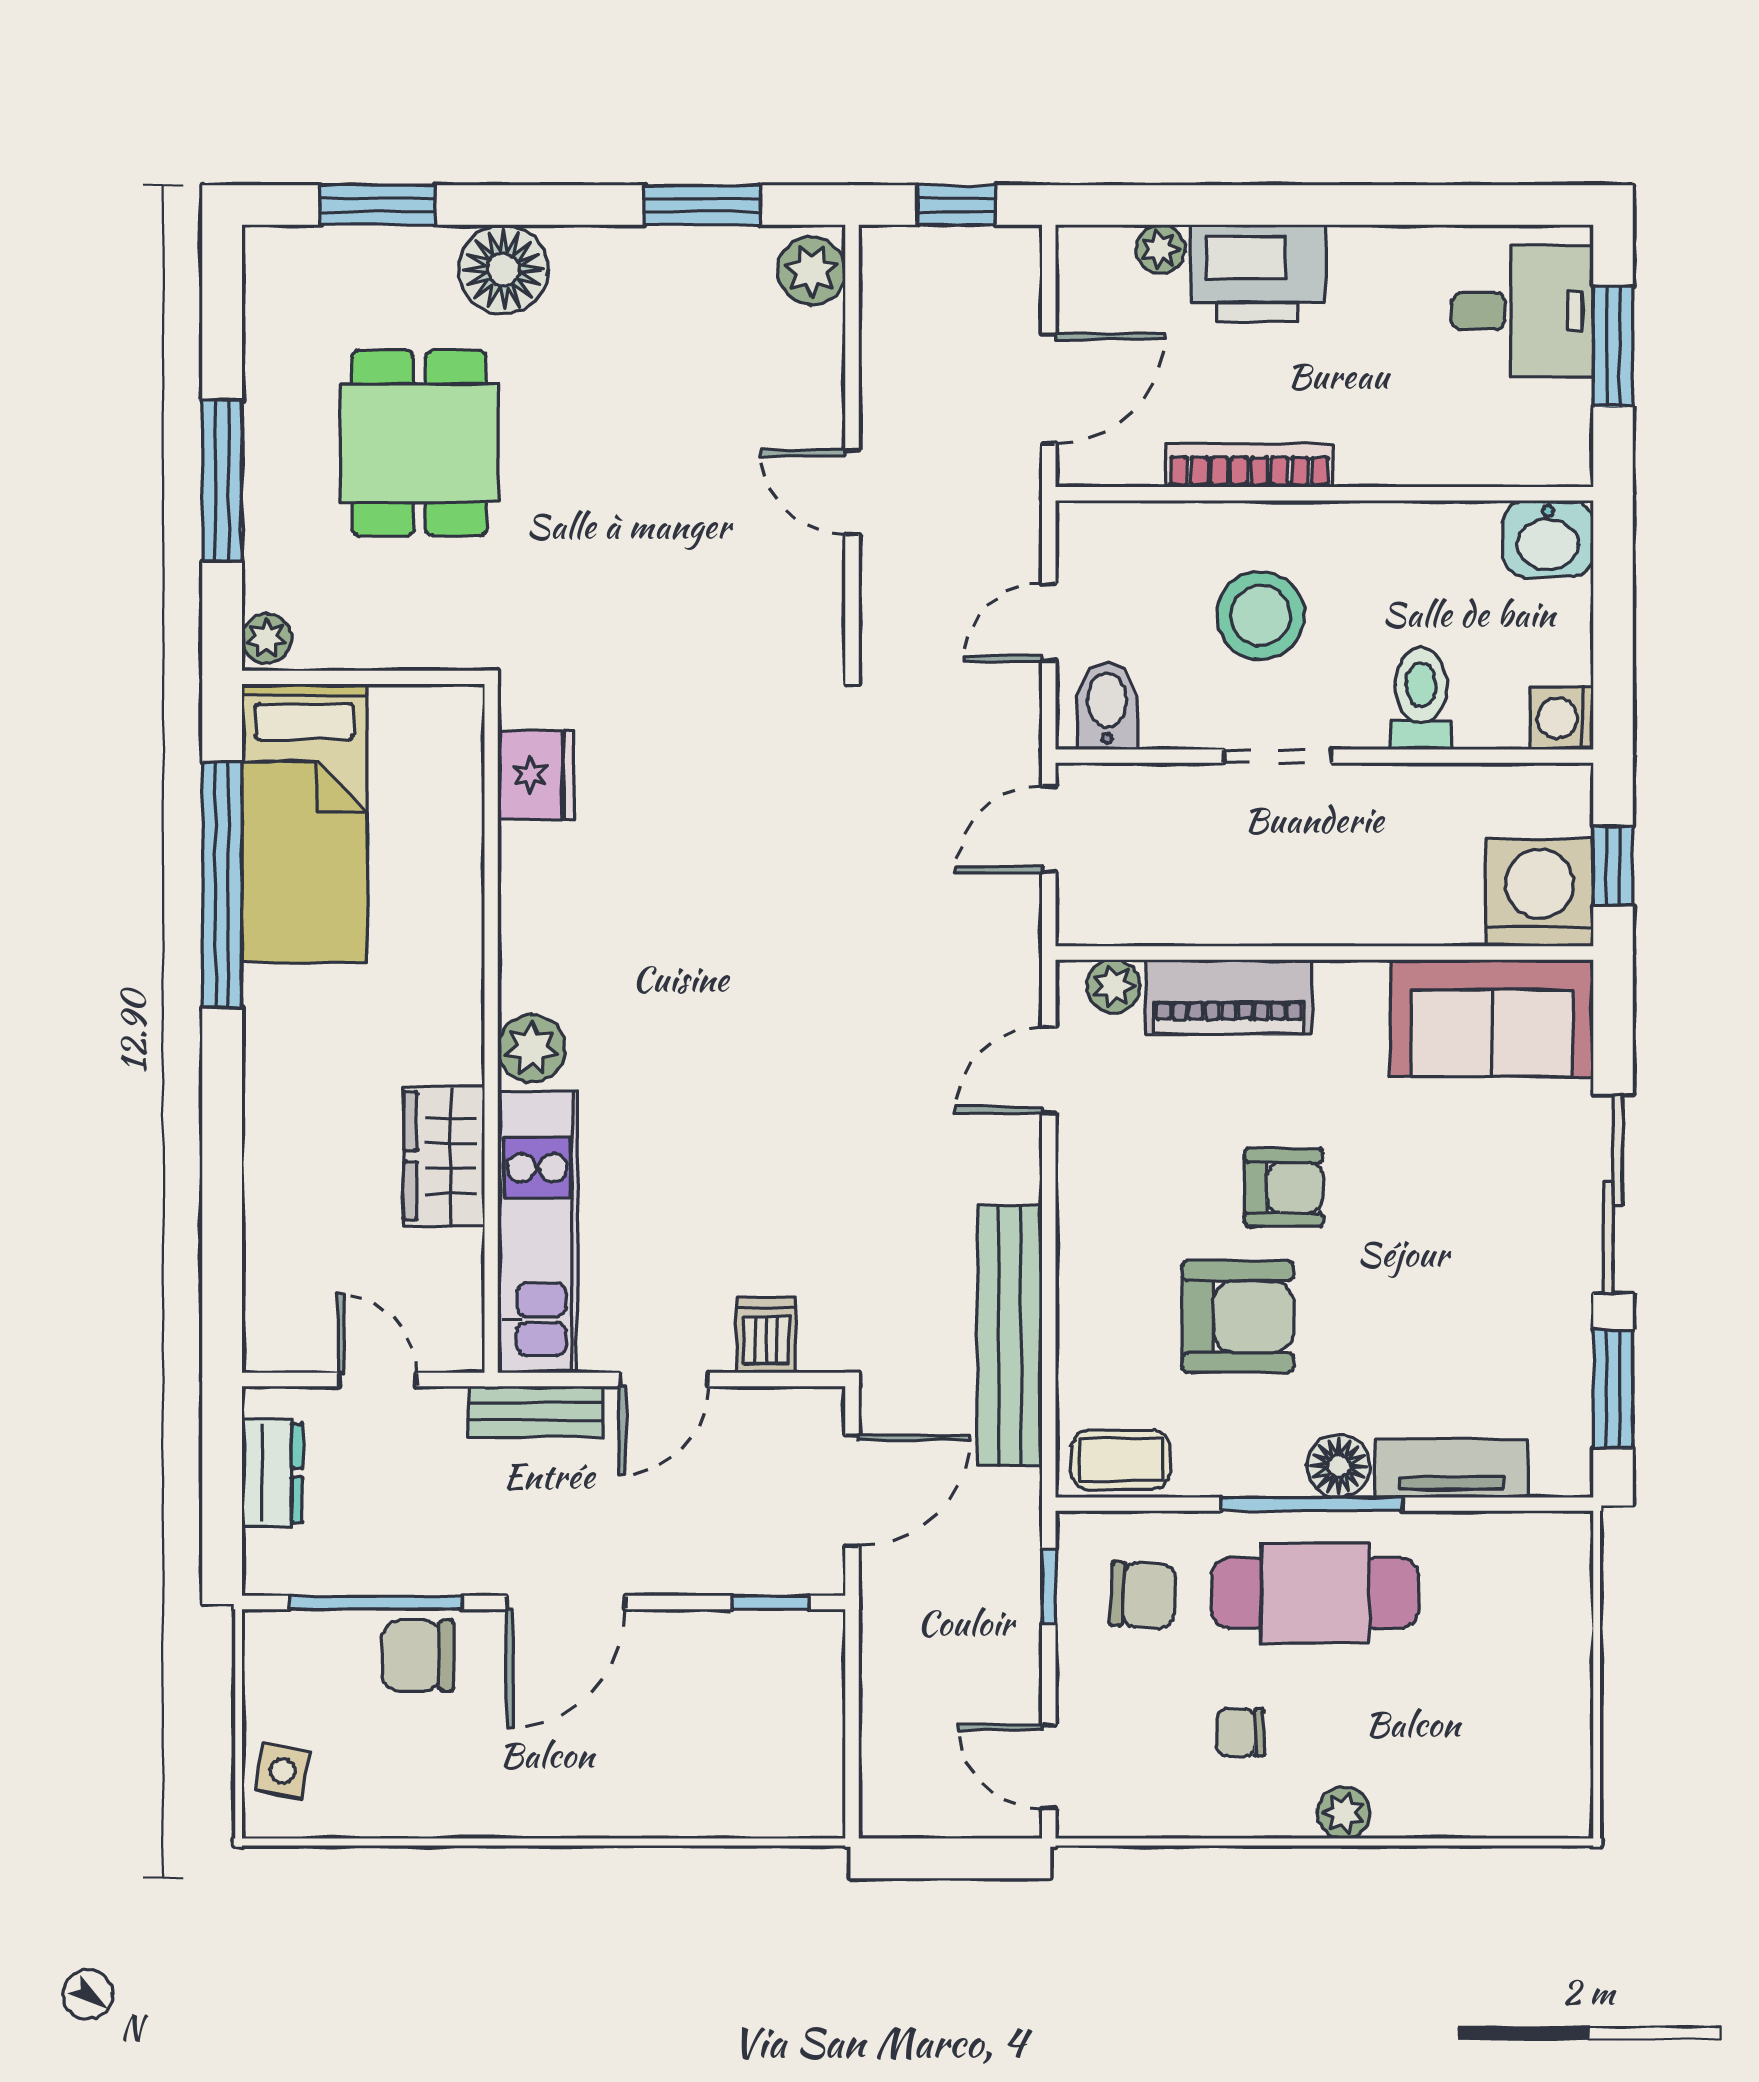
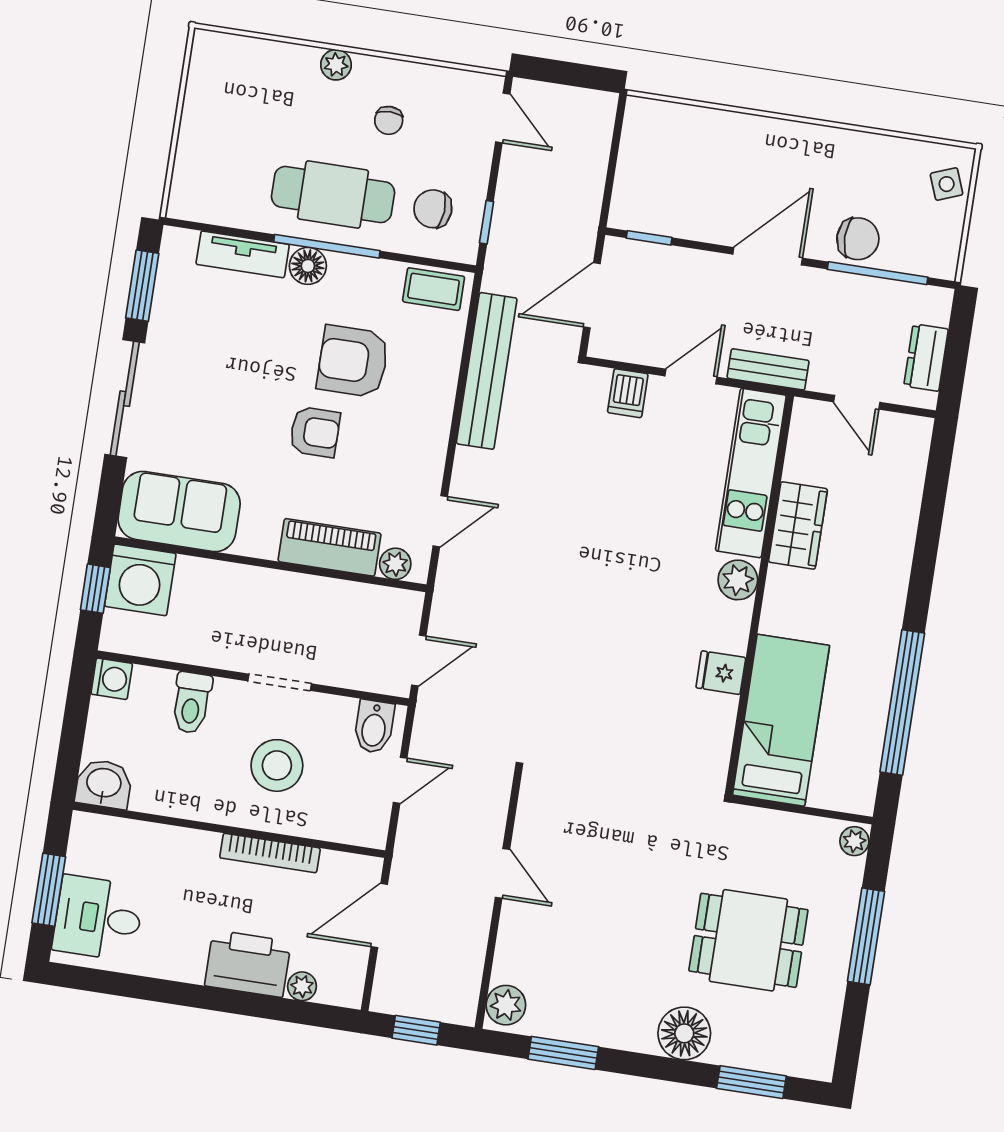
dining table: (419, 443) -> (748, 940), turned 90
fridge: (536, 775) -> (721, 673), moved, width x0.72
bed: (304, 823) -> (781, 720), moved
armchair: (1284, 1188) -> (315, 432), turned 180
chair: (1240, 1733) -> (389, 120), turned 90
side table: (283, 1771) -> (947, 184), turned -32

